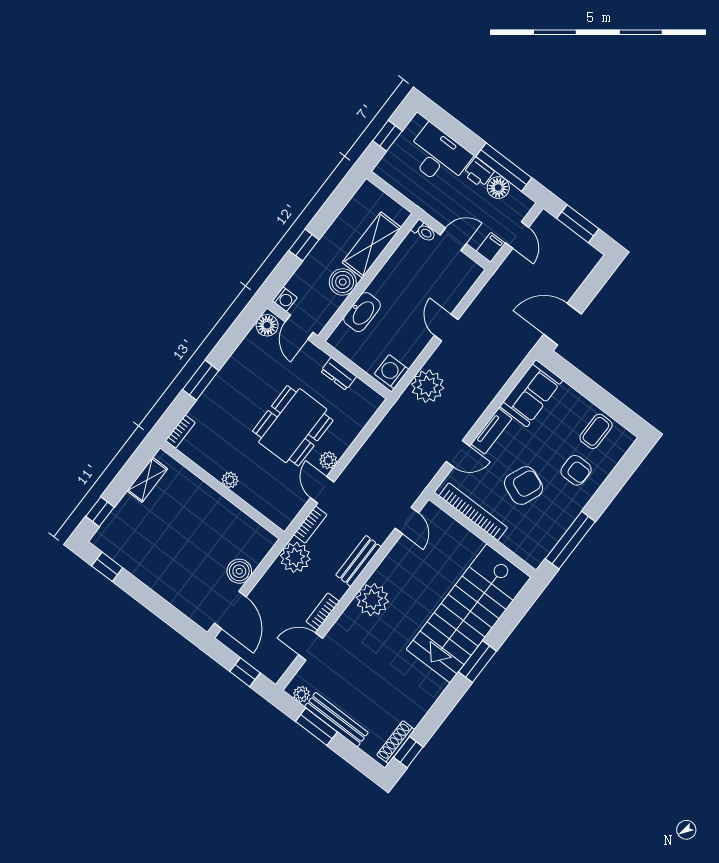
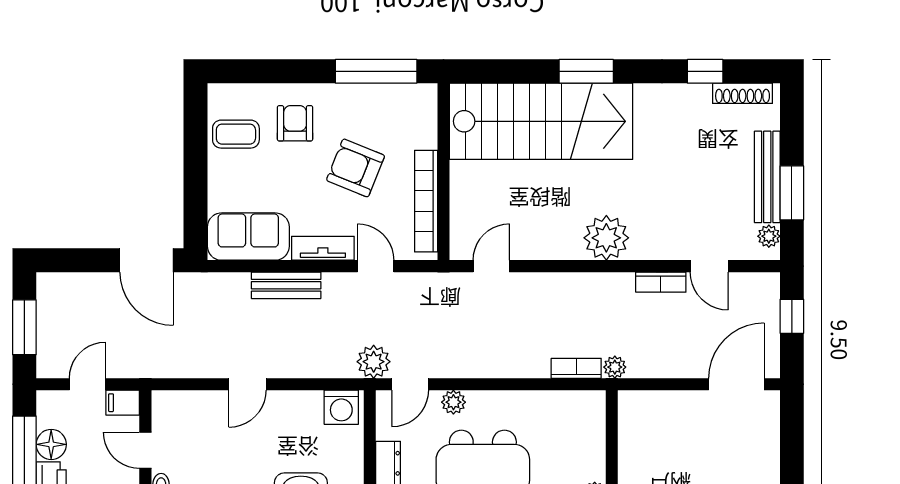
plant: (428, 386) -> (374, 362), moved, width x0.73, depth x0.73
plant: (328, 460) -> (453, 402), moved
door: (322, 490) -> (410, 384), moved
plant: (295, 557) -> (615, 367), width x0.53, depth x0.53
bench: (358, 561) -> (286, 285), moved
boiler: (239, 571) -> (686, 407), removed
window: (408, 752) -> (705, 71), moved

